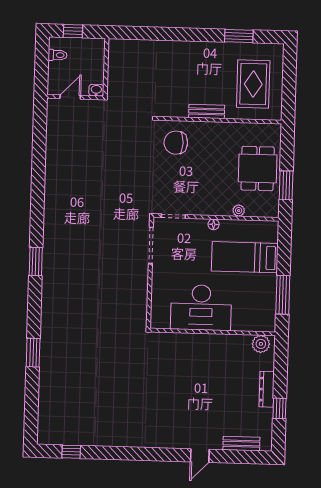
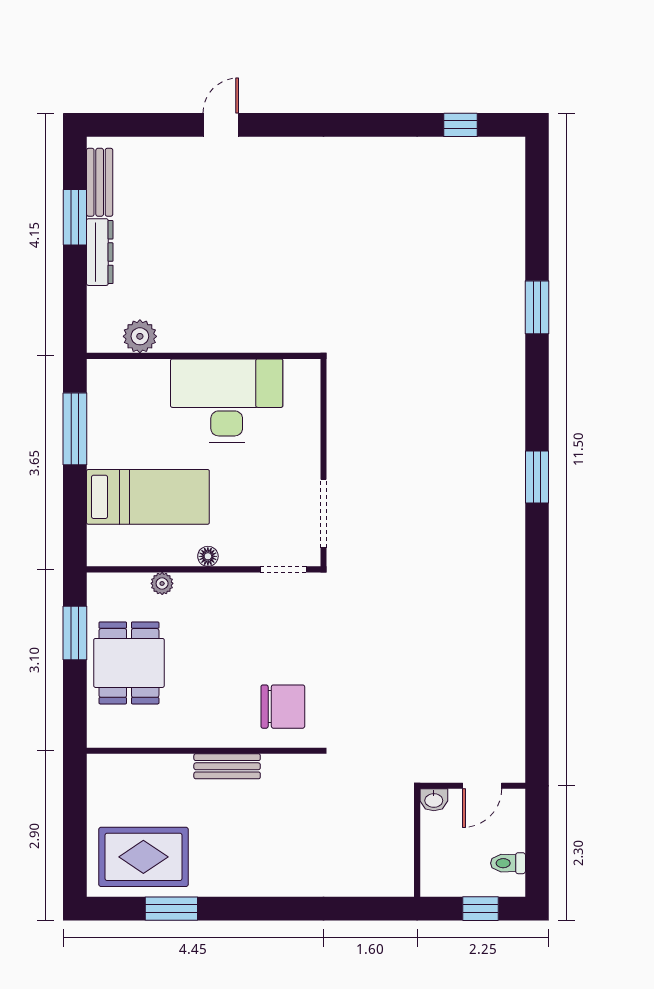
rug: (253, 84) -> (143, 857), moved, turned 90
plant: (261, 344) -> (140, 336), moved
window: (279, 408) -> (75, 217), width x1.50
bench: (241, 444) -> (100, 182), moved, turned 90

